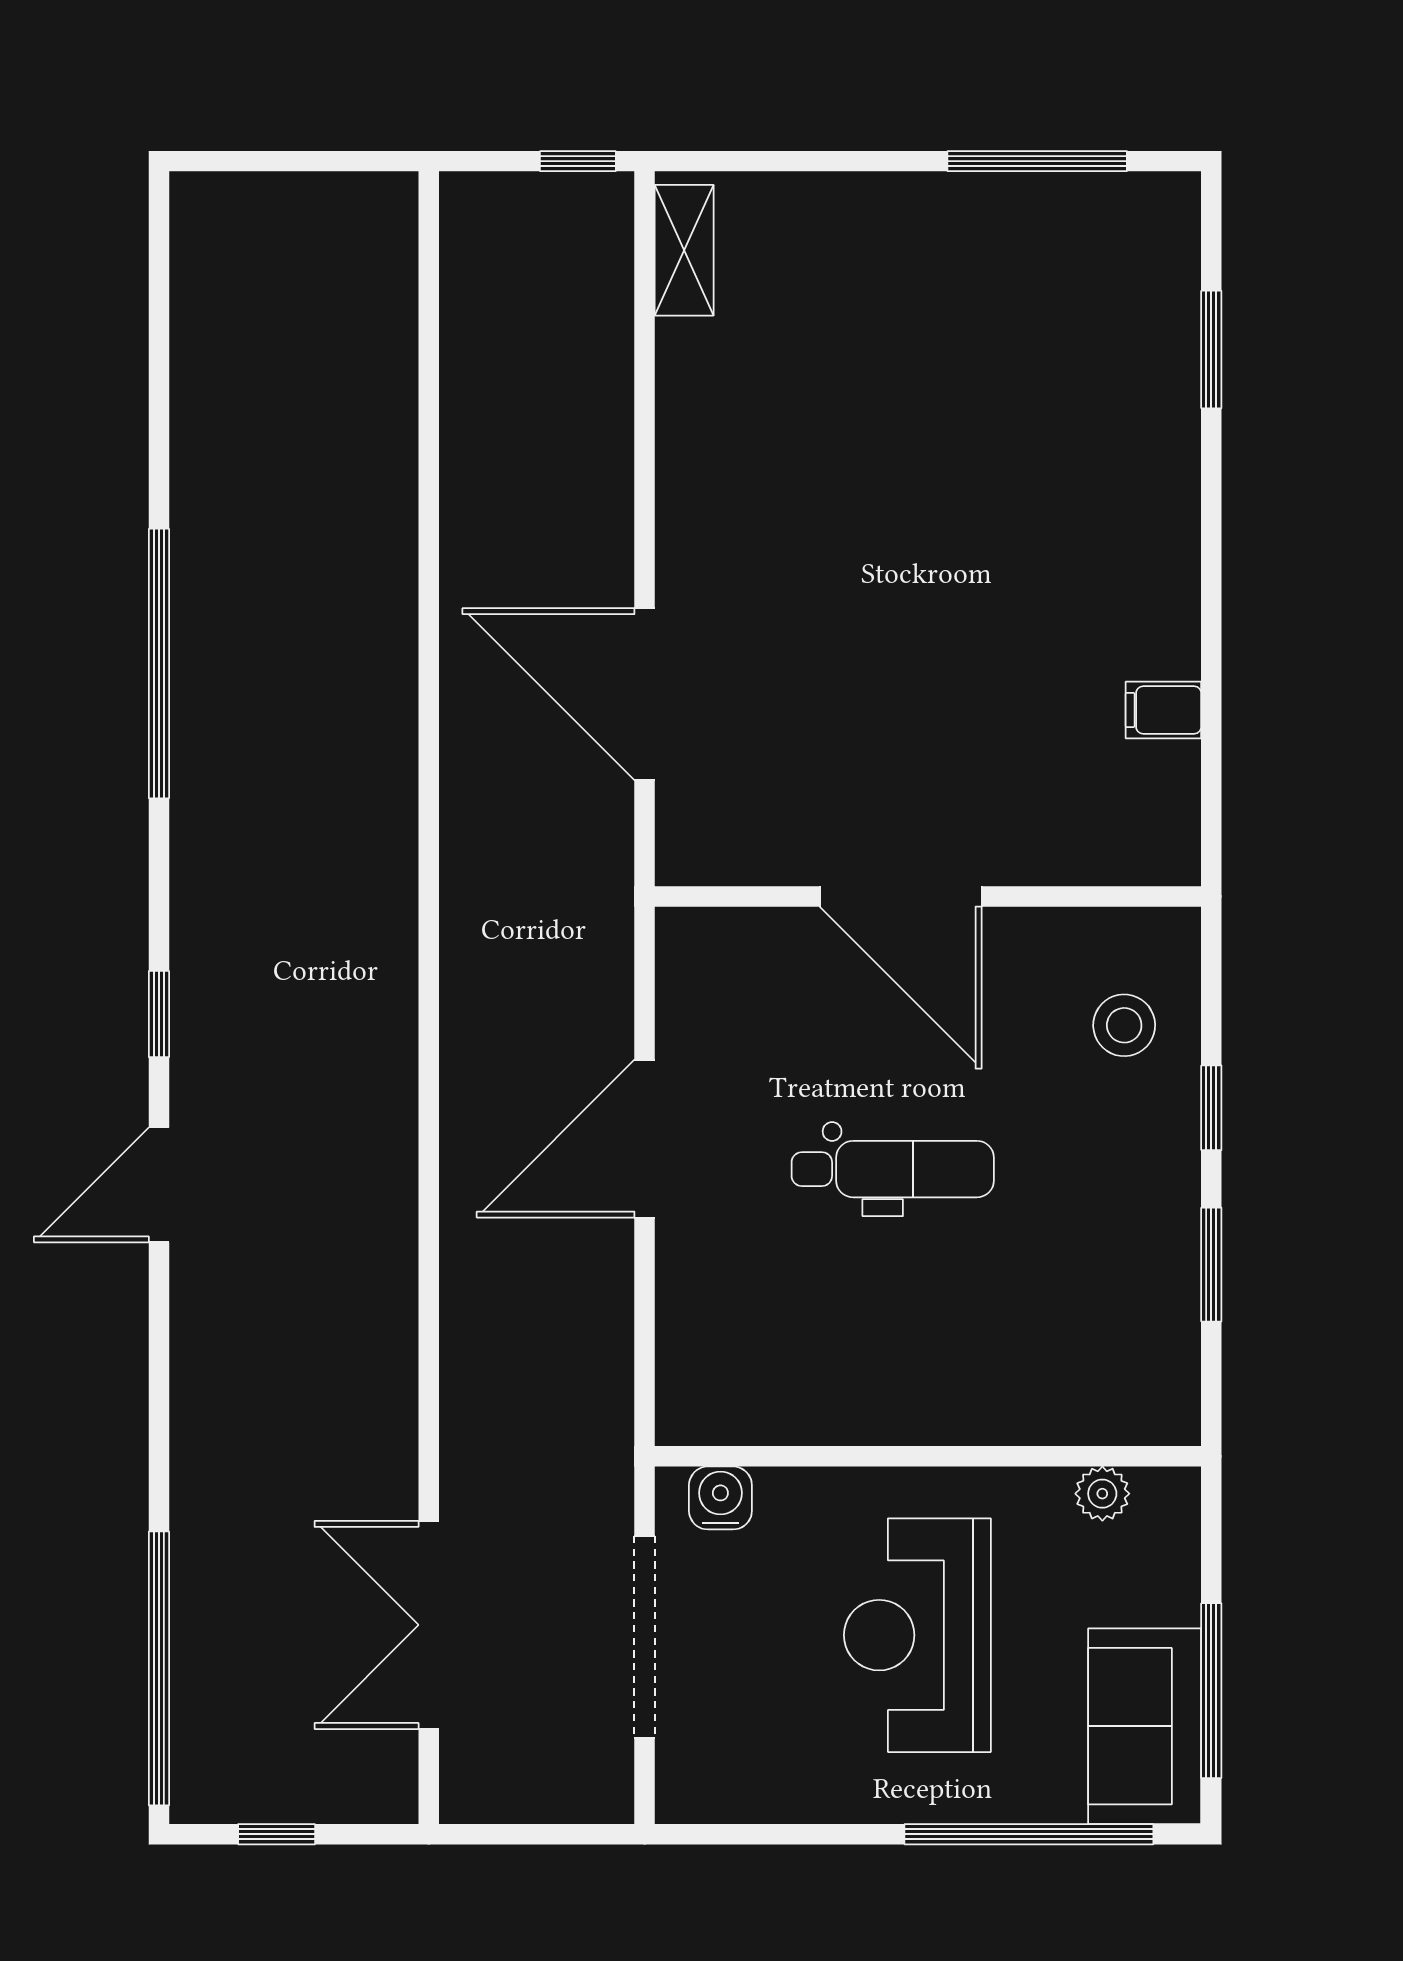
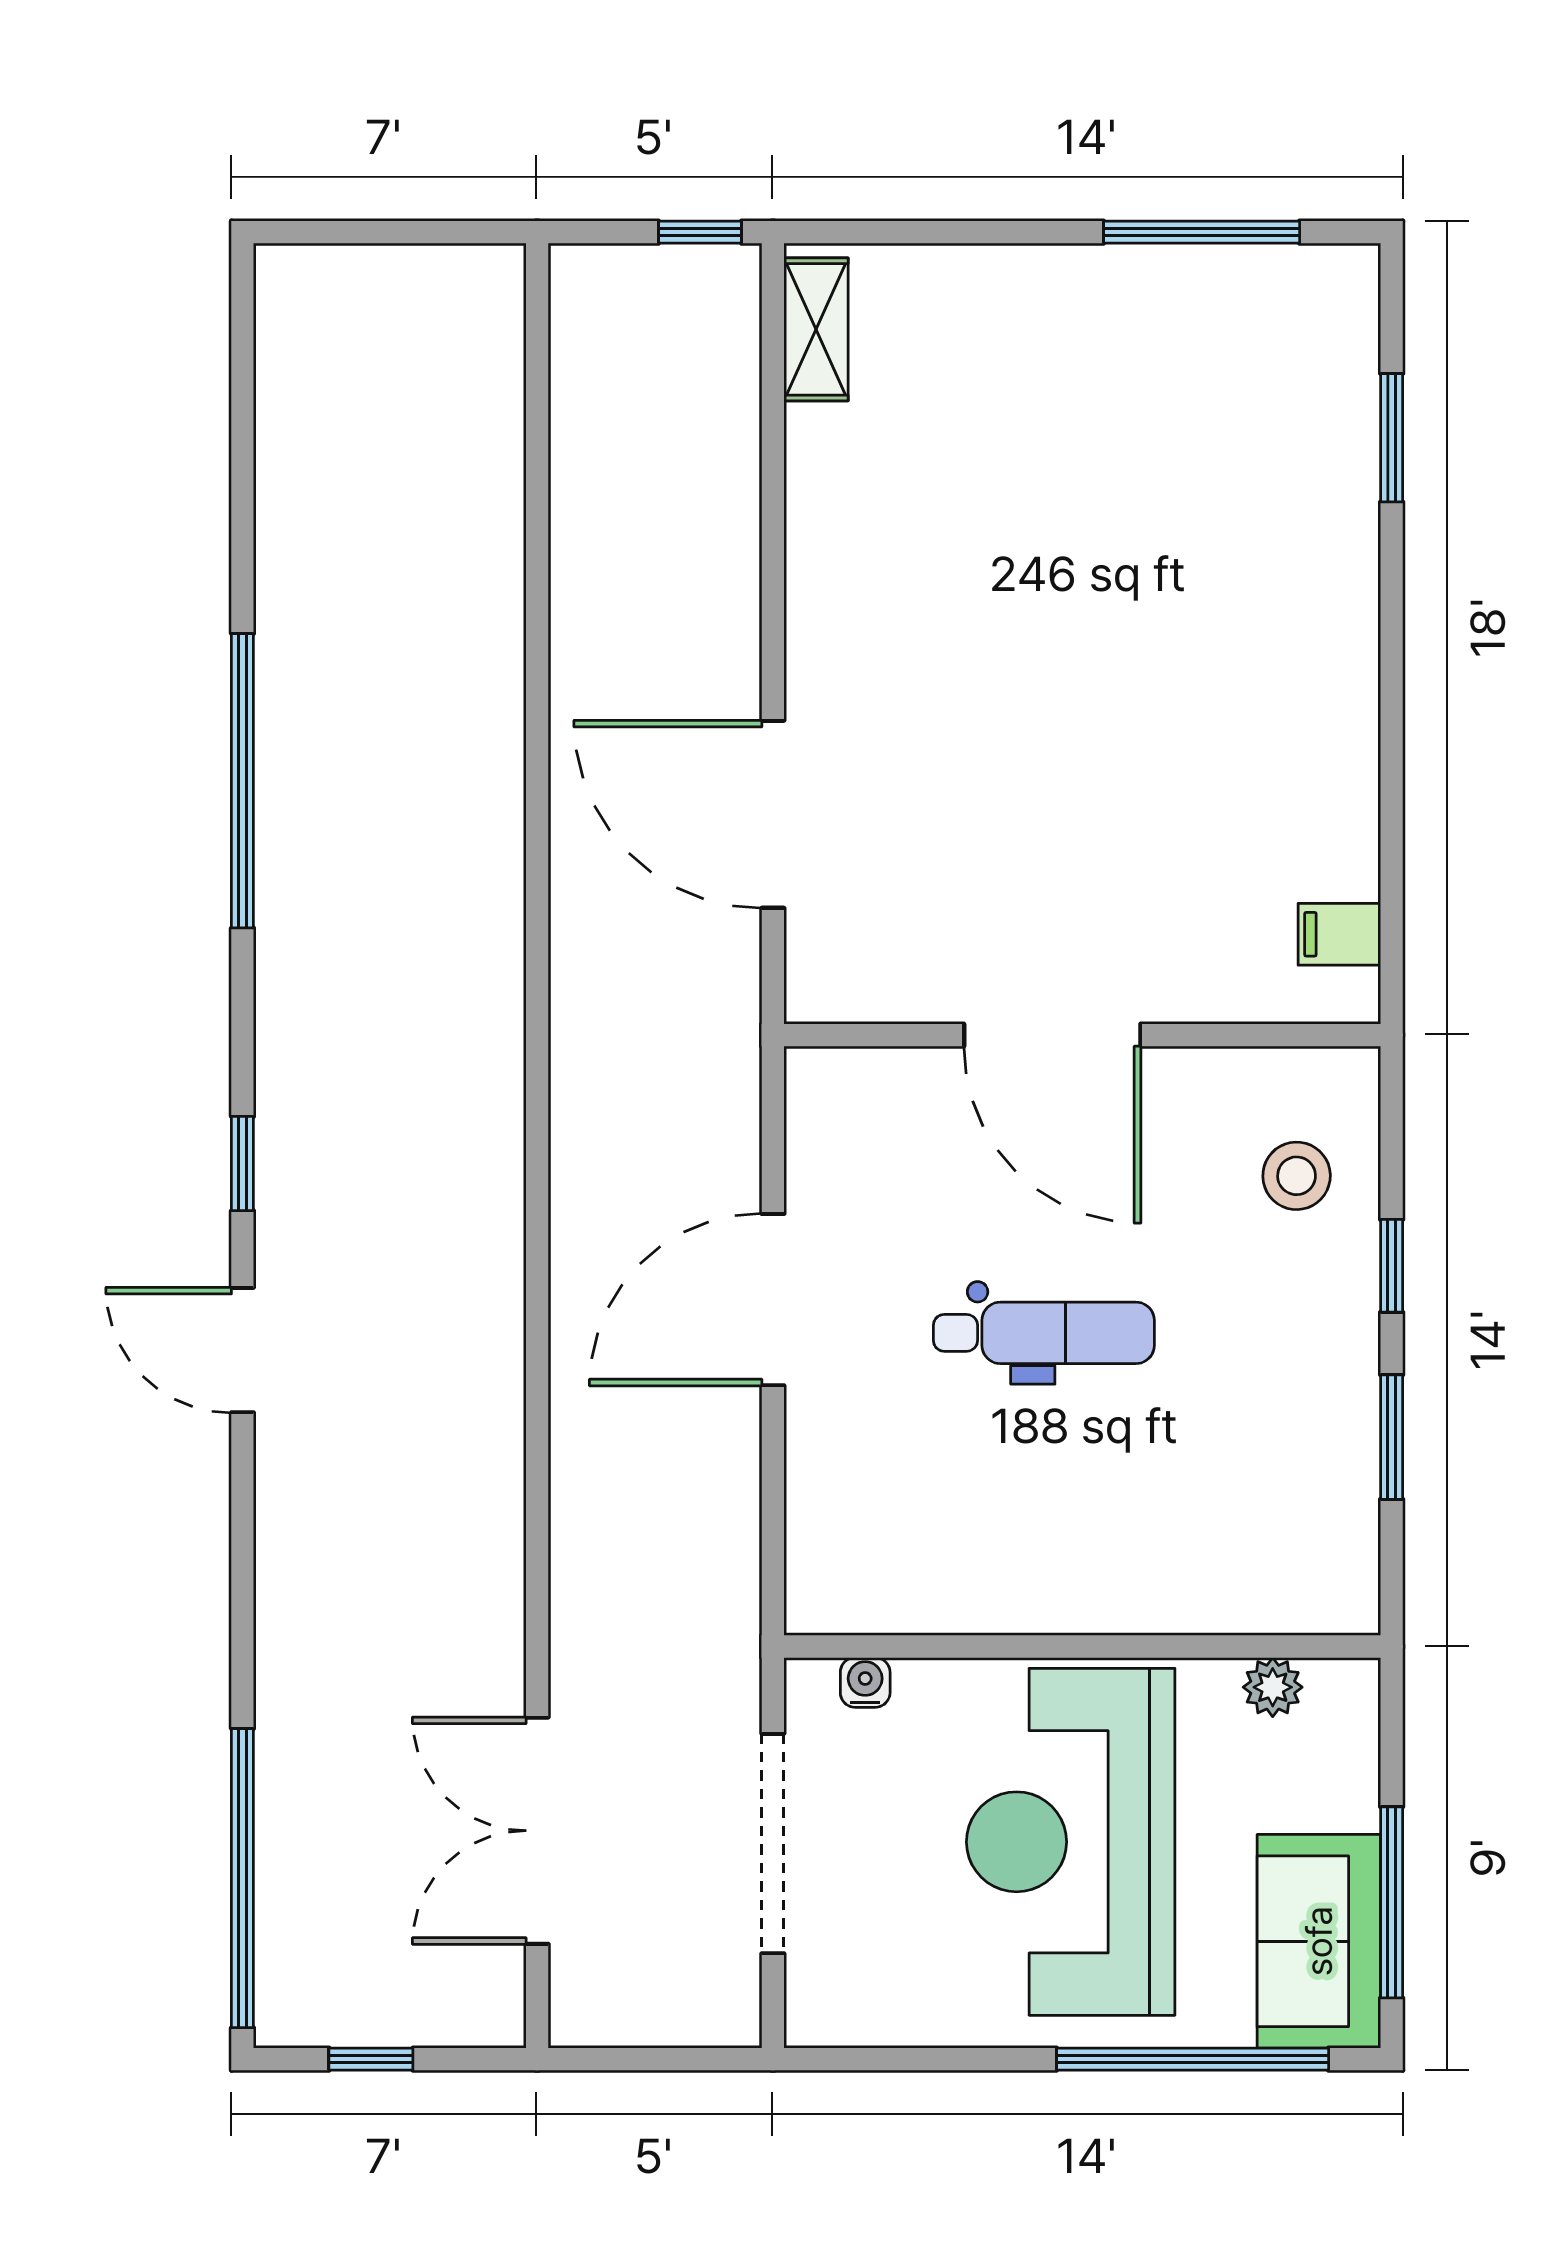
filing cabinet: (1163, 710) -> (1339, 934), moved
door: (159, 1185) -> (242, 1350), hinge flipped
water cooler: (720, 1498) -> (865, 1682), width x0.72, depth x0.72
reception desk: (917, 1635) -> (1071, 1842), width x1.36, depth x1.30

